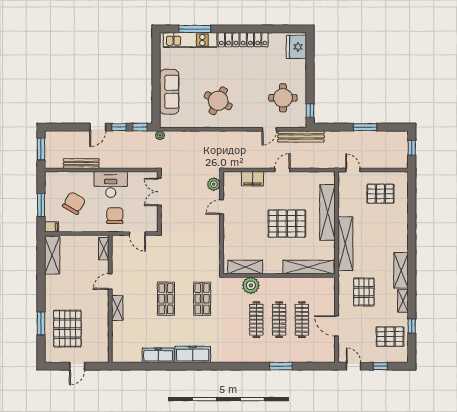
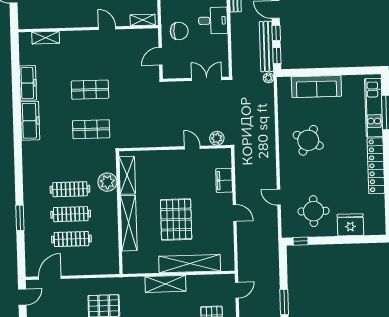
fridge: (296, 47) -> (350, 225), moved
bench: (301, 136) -> (266, 46), moved
desk: (111, 184) -> (213, 21), width x0.73
shelving: (345, 244) -> (165, 284), width x0.68
shelving: (308, 267) -> (129, 223), moved
shelving: (117, 308) -> (46, 38), moved
door: (337, 326) -> (50, 278), moved

